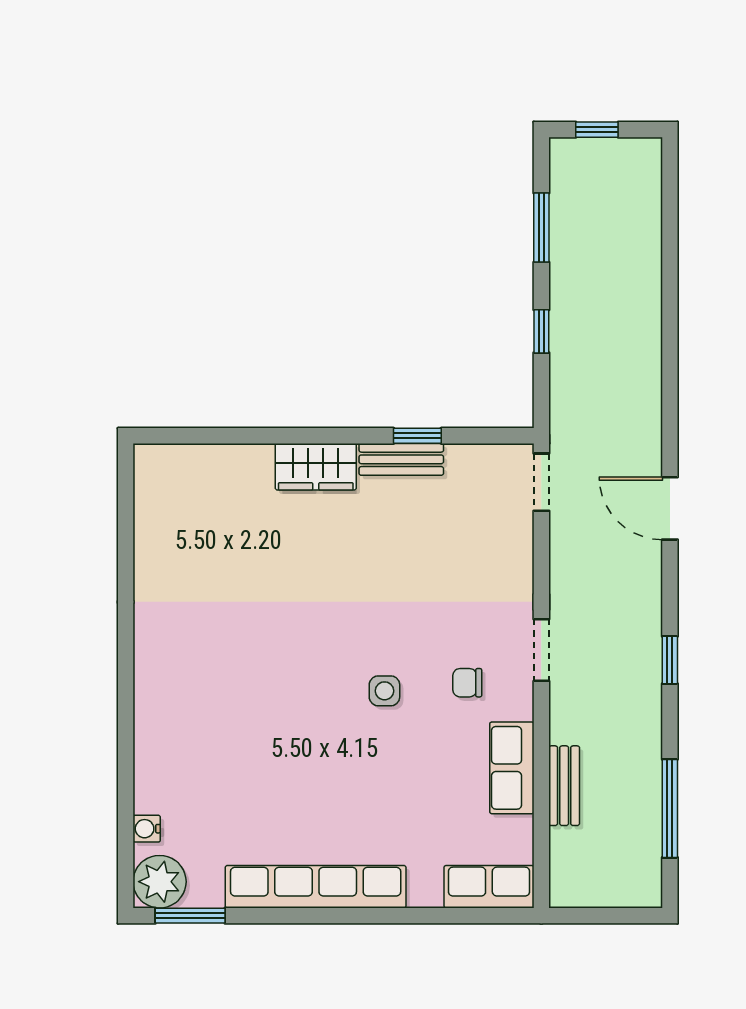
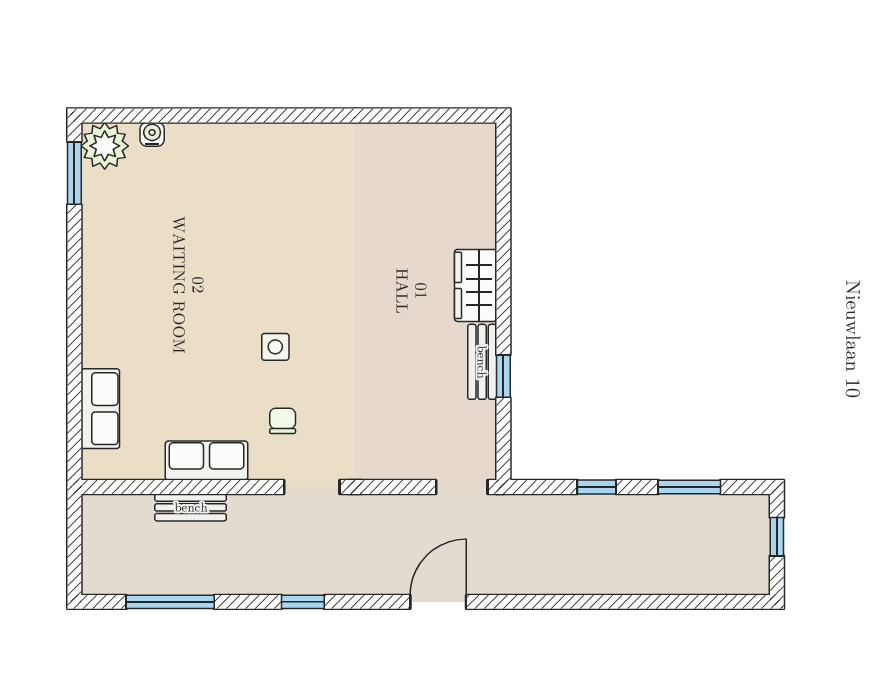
row of seats: (316, 887) -> (100, 285), removed
row of seats: (489, 887) -> (100, 409), moved

